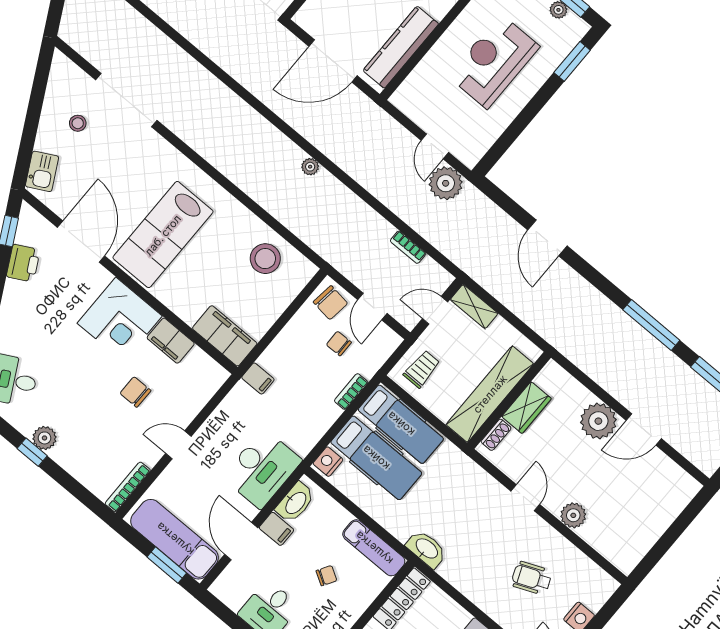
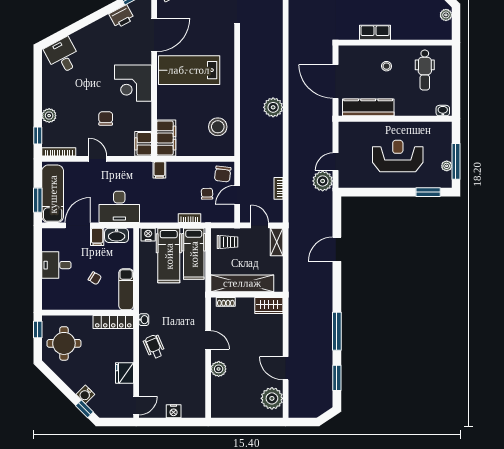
plant: (310, 167) -> (273, 107), width x1.87, depth x1.87
filing cabinet: (171, 341) -> (143, 144), moved
wardrobe: (527, 408) -> (269, 305), moved
plant: (598, 421) -> (272, 398), moved
plant: (44, 438) -> (49, 116), moved
window: (32, 452) -> (38, 135), moved
door: (525, 498) -> (208, 340), hinge flipped
washbasin: (426, 549) -> (144, 320), width x0.52, depth x0.69
wheelchair: (532, 578) -> (154, 347), moved

